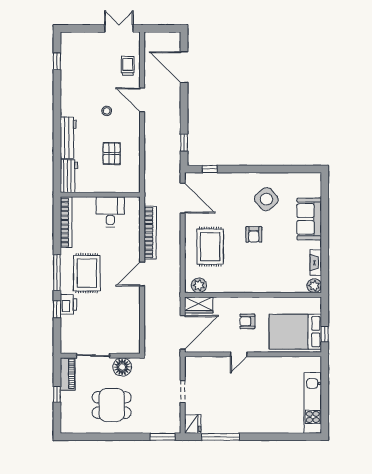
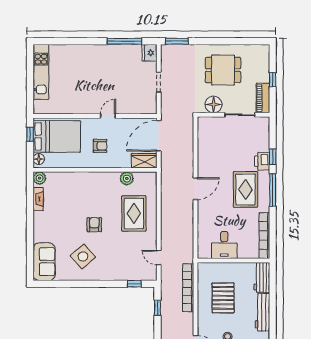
pallet: (112, 153) -> (223, 298), width x1.50, depth x1.42
door: (183, 198) -> (159, 258), width x0.53
sofa: (309, 219) -> (44, 262), moved
bookcase: (150, 233) -> (188, 288), moved
plant: (199, 285) -> (127, 178), moved
floor lamp: (315, 307) -> (39, 159), added

